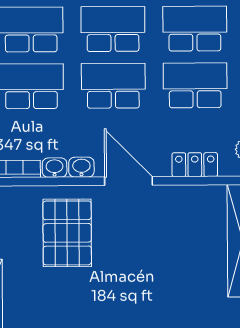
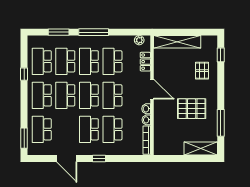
door: (129, 181) -> (152, 89), swing flipped
pallet: (67, 233) -> (192, 109), moved
pallet: (174, 301) -> (202, 71), added

